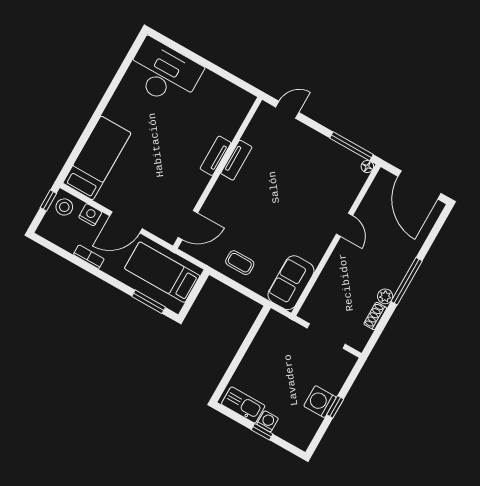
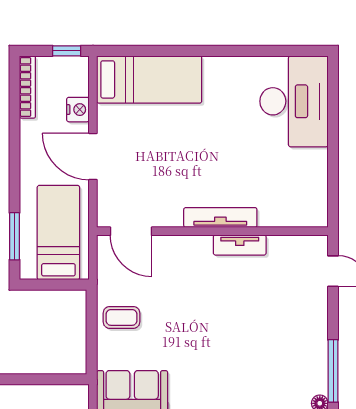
tv unit: (216, 156) -> (220, 218), width x1.41
stool: (64, 207) -> (70, 74), removed
bookcase: (89, 257) -> (27, 87), moved, width x1.56
coffee table: (240, 263) -> (121, 317), turned 90

